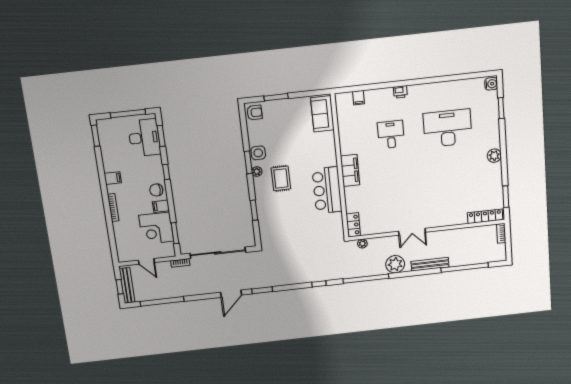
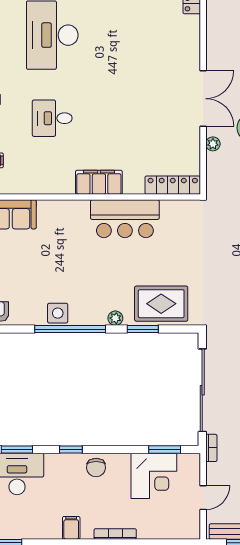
window: (248, 162) -> (70, 329), width x2.11
plant: (257, 172) -> (115, 318), moved
rug: (281, 178) -> (161, 304), moved, width x1.36, depth x1.43
filing cabinet: (161, 206) -> (121, 464), removed
locker: (353, 225) -> (173, 185), width x1.53
double door: (412, 232) -> (203, 99), width x1.37
plant: (362, 244) -> (213, 144), moved

